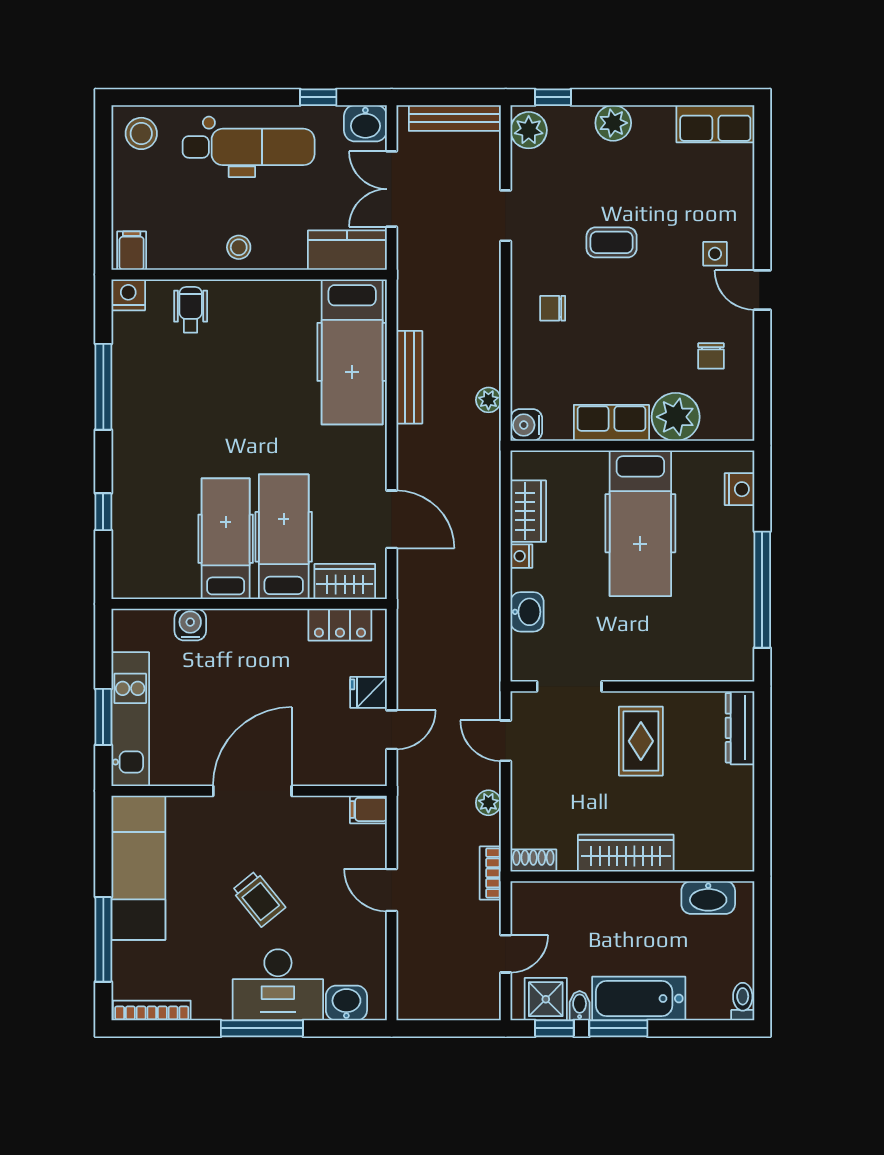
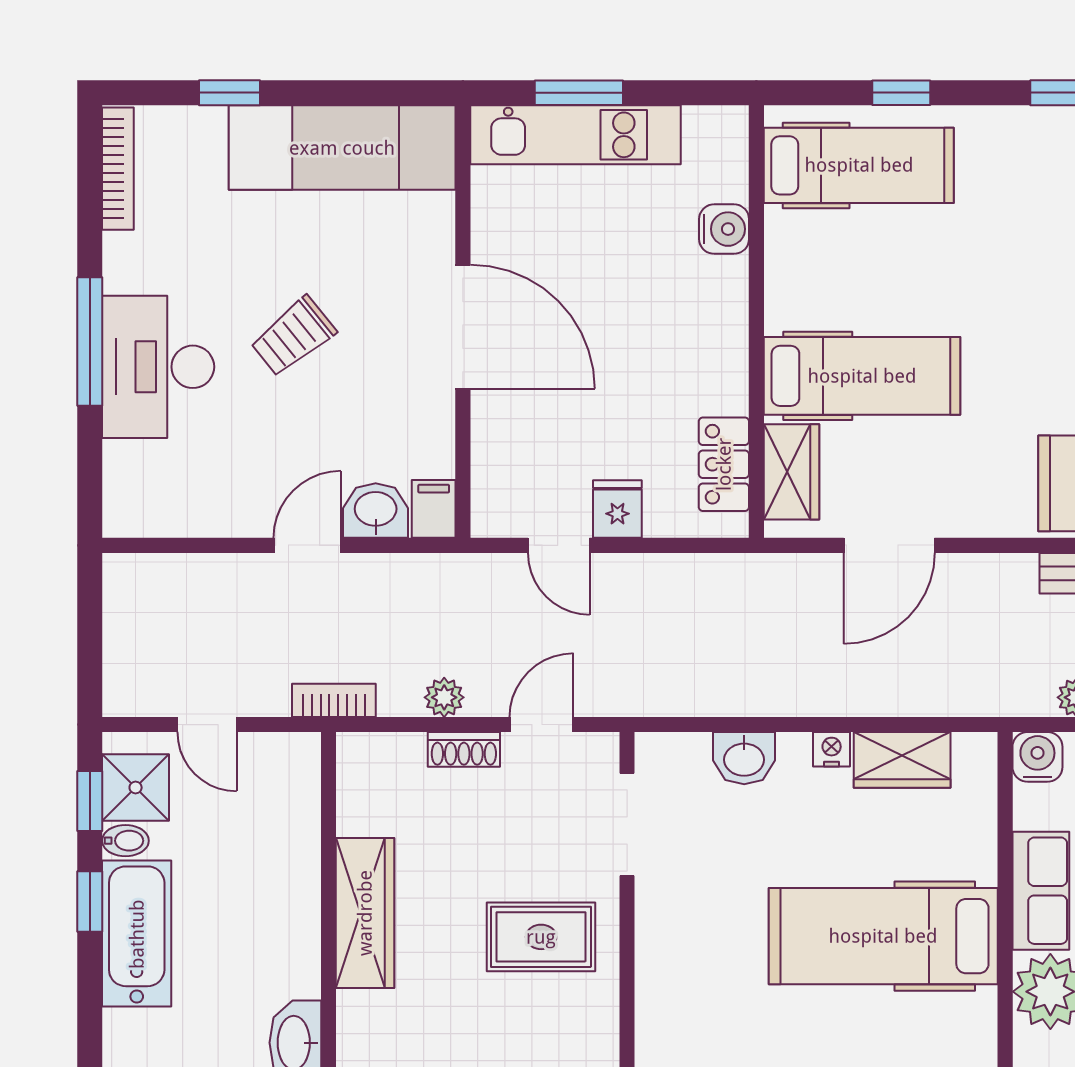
hospital bed: (226, 539) -> (859, 165), moved
shoe rack: (533, 860) -> (464, 749), moved, turned 90
window: (103, 939) -> (229, 93), width x0.46
washbasin: (346, 1003) -> (376, 511), moved, turned -90
window: (618, 1028) -> (90, 902), width x0.67

